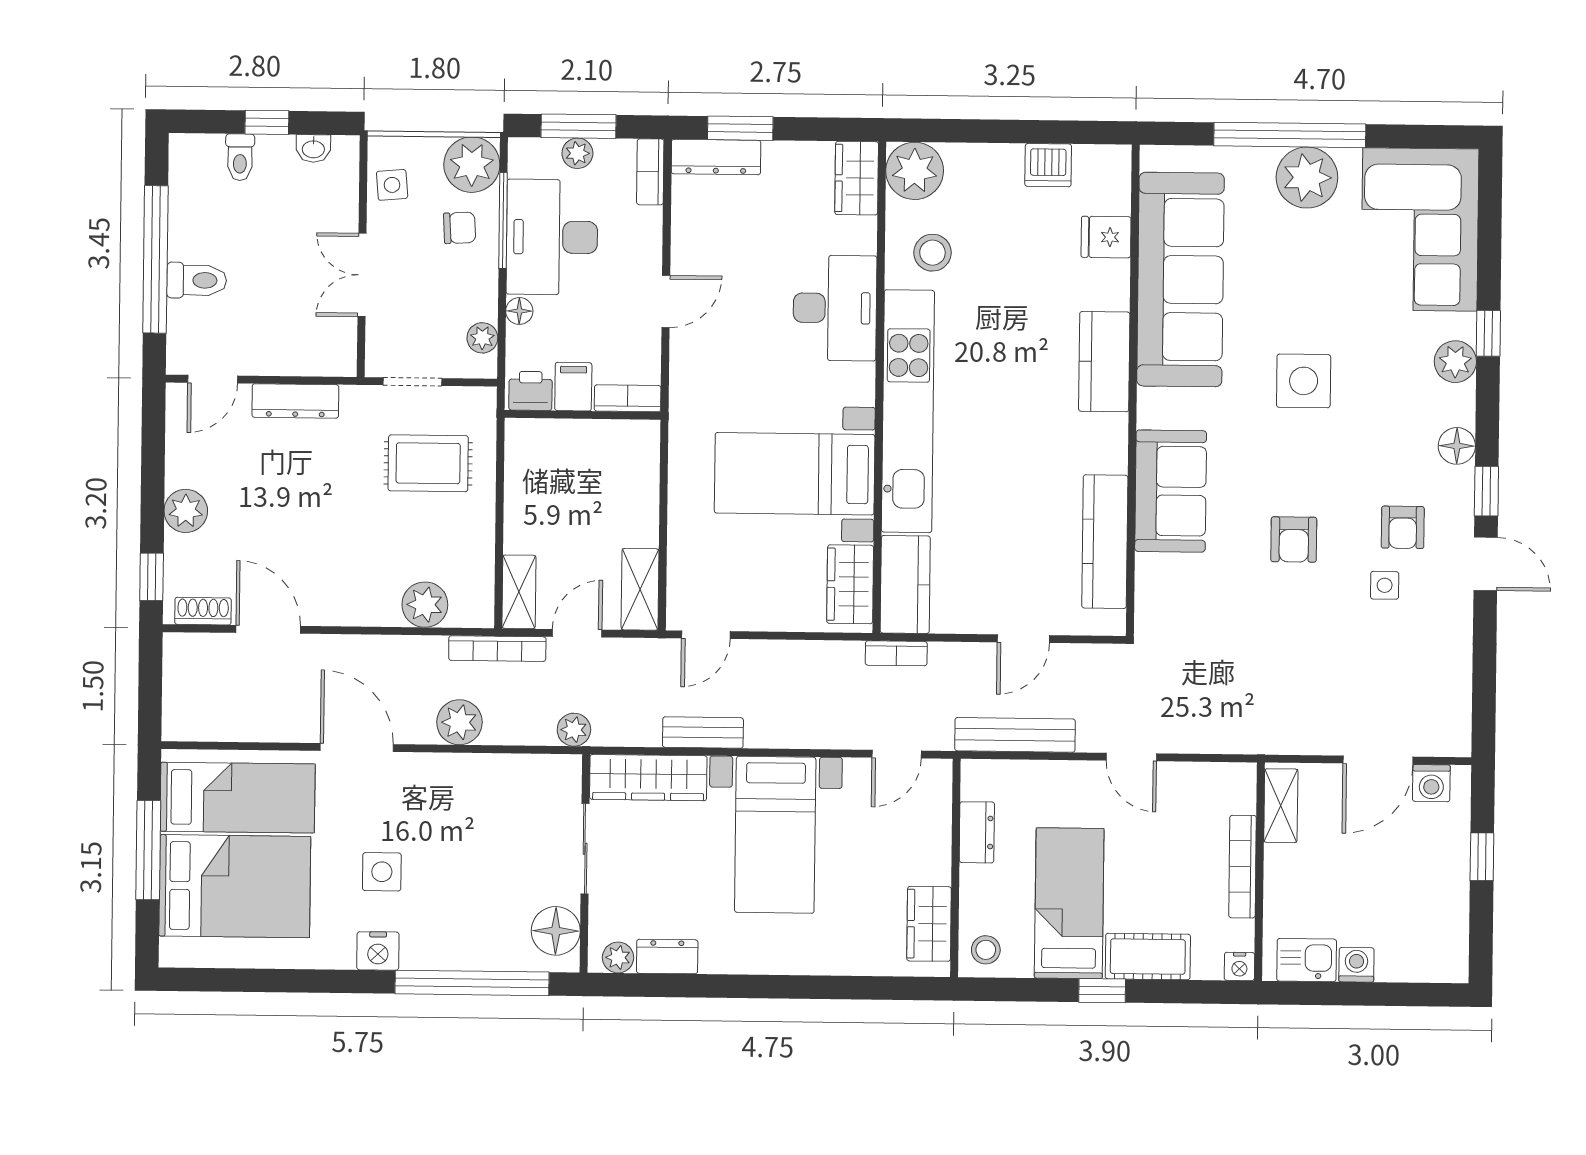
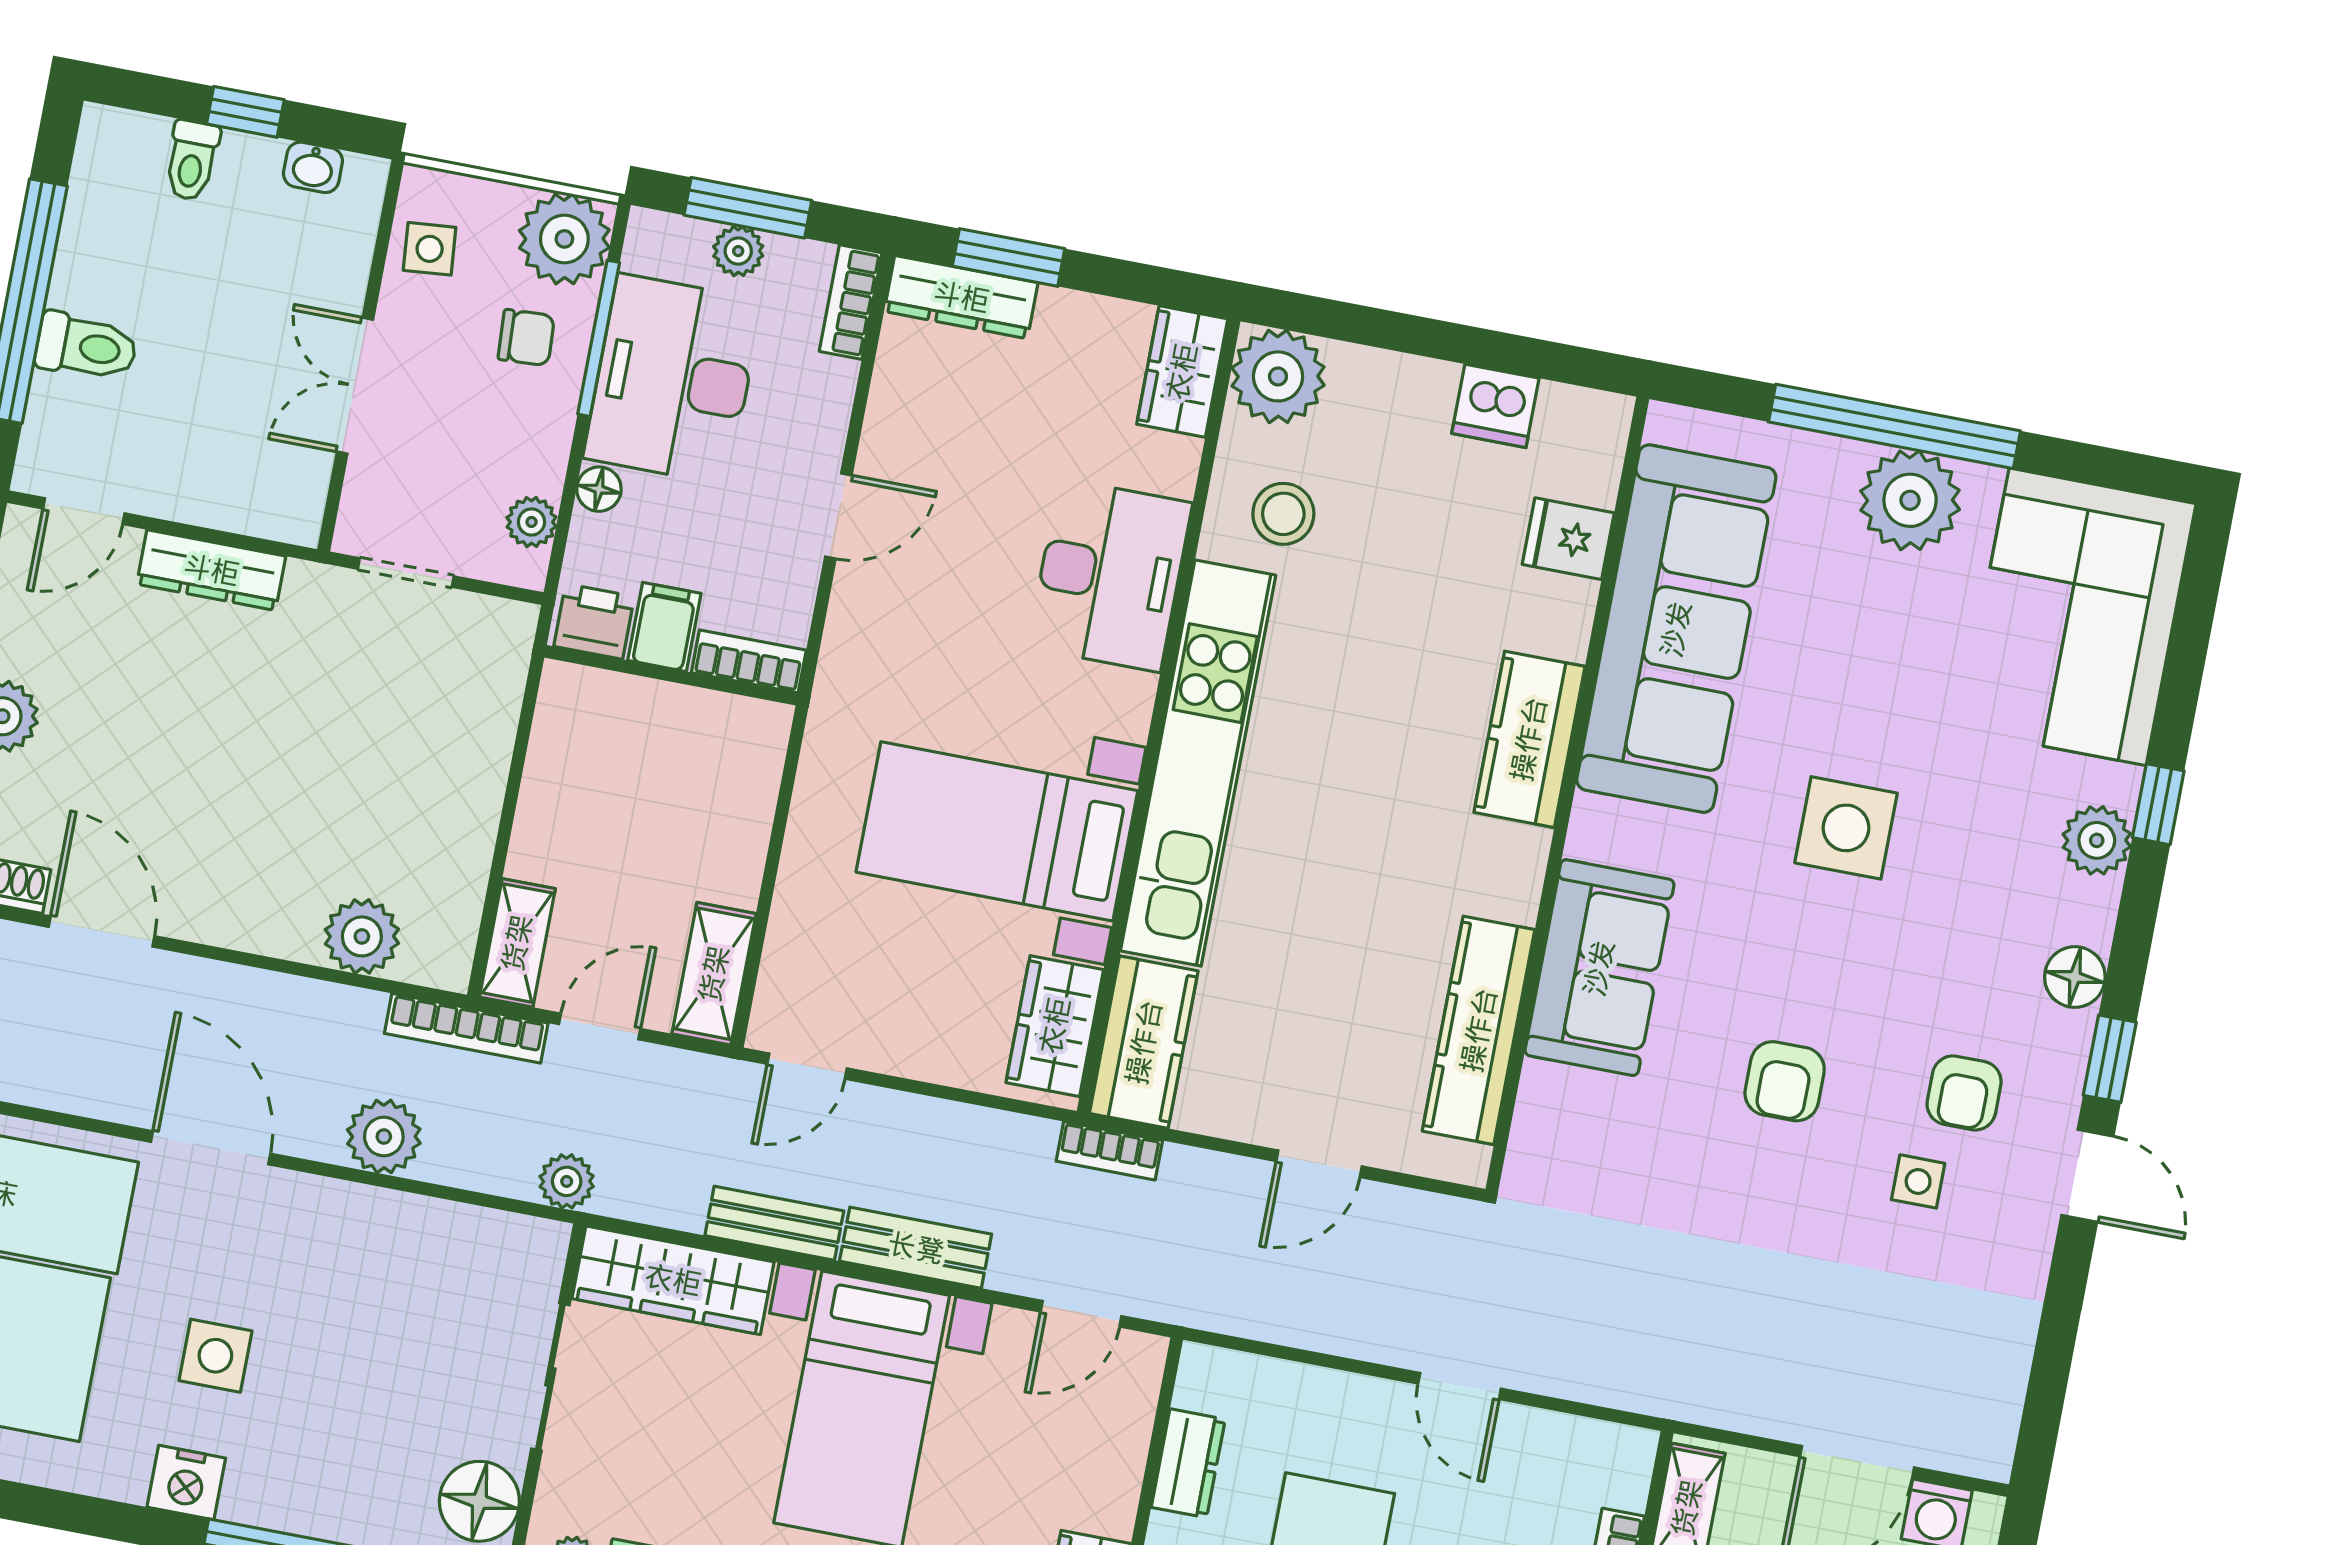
rug: (428, 463) -> (408, 709), removed
bench: (1015, 735) -> (916, 1248), moved, width x0.73

